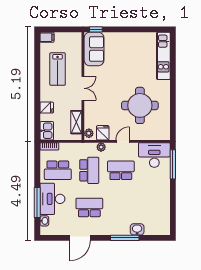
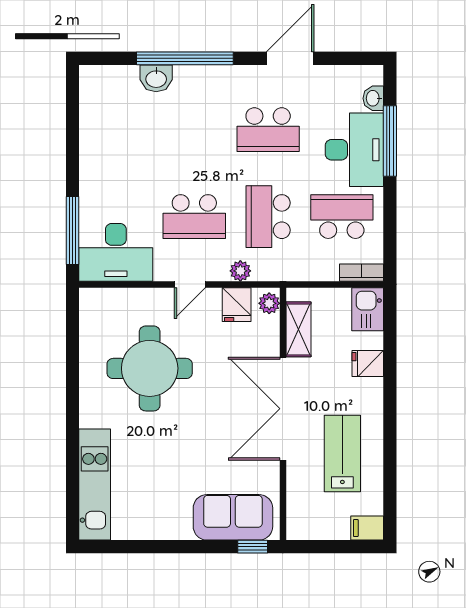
sofa: (94, 49) -> (233, 517), moved, turned 90
double door: (83, 88) -> (283, 409), width x1.87
window: (125, 238) -> (185, 58), width x1.46

